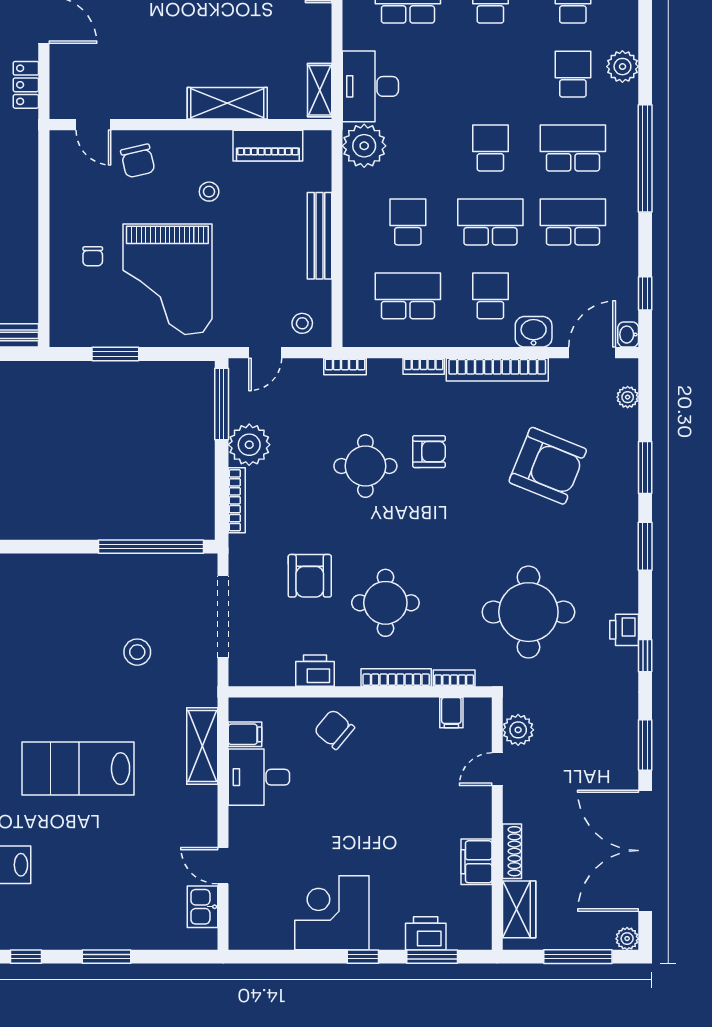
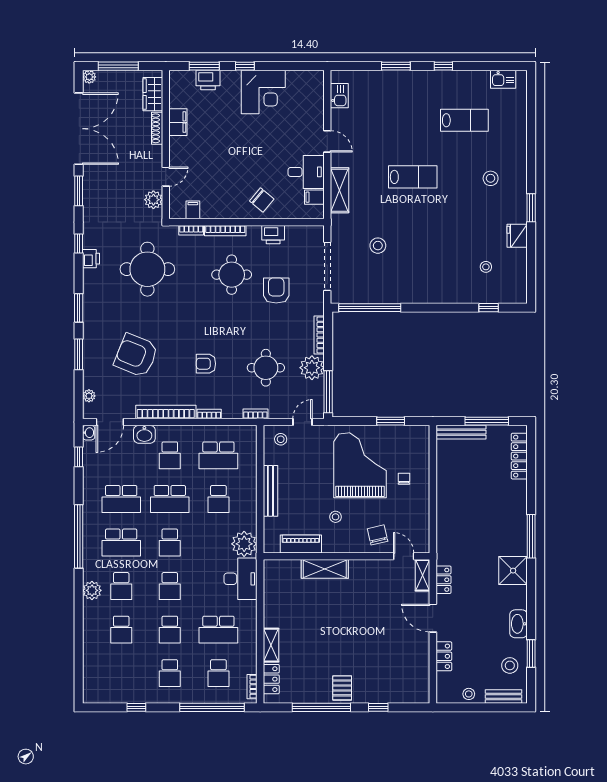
school desk: (490, 74) -> (170, 586), added
shelving: (320, 90) -> (423, 575), moved
round table: (365, 466) -> (266, 368), moved
lab bench: (78, 769) -> (413, 177), width x0.73, depth x0.72
door: (223, 866) -> (327, 141), moved

